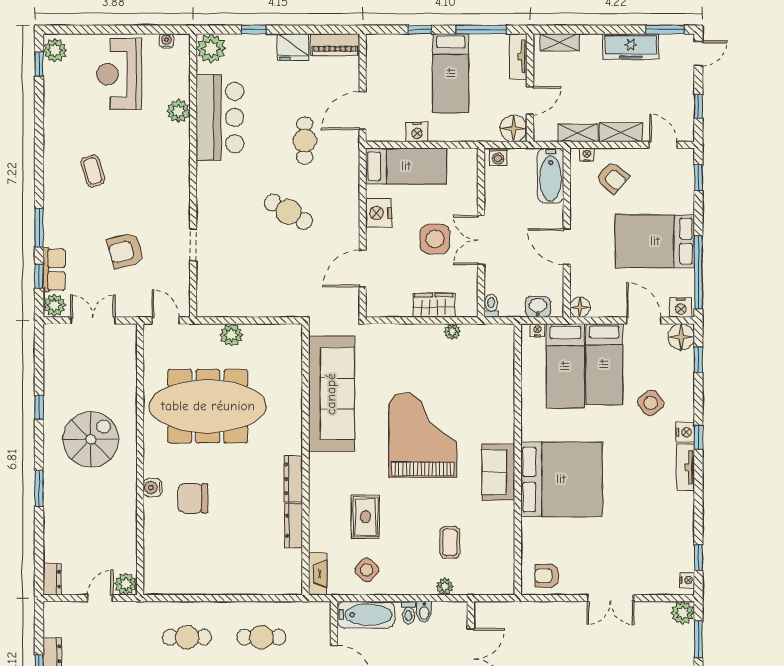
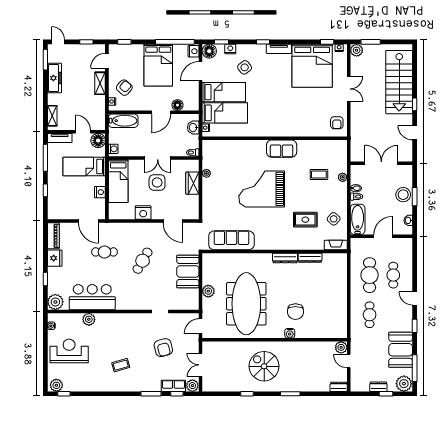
bed: (451, 73) -> (84, 166), moved, turned 180
reception desk: (119, 74) -> (69, 351), turned 180
shelving: (578, 133) -> (100, 106), removed
bed: (406, 166) -> (118, 181), moved, turned 180
booth: (268, 297) -> (188, 271), added
floor lamp: (580, 307) -> (177, 105), moved
sofa: (331, 394) -> (231, 240), width x0.74, depth x0.79
nightstand: (685, 432) -> (230, 49), moved
bed: (561, 479) -> (312, 66), moved, turned 180
cafe table: (261, 637) -> (370, 275), width x1.37, depth x1.35

